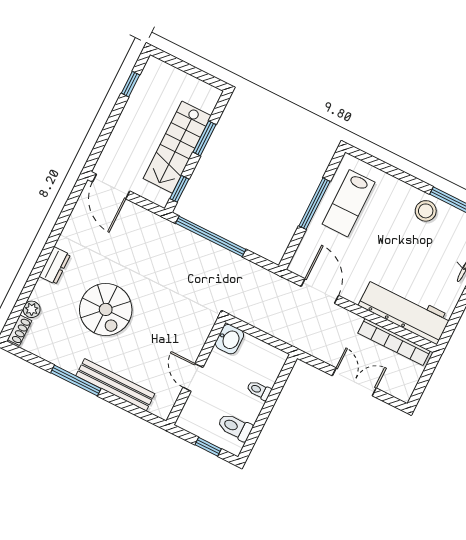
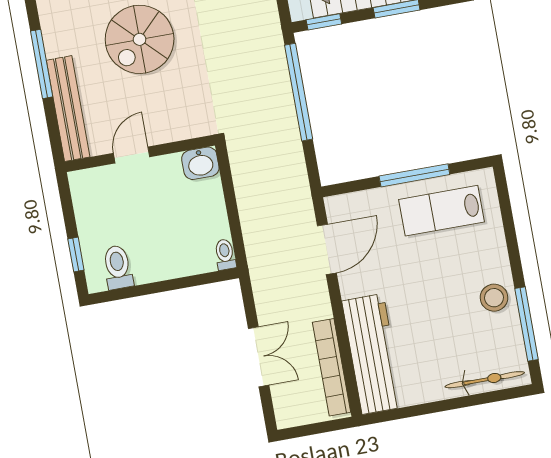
washbasin: (230, 339) -> (200, 163), moved
wall: (196, 372) -> (140, 154), moved
door: (193, 377) -> (132, 155), moved
toilet: (259, 390) -> (225, 254), moved

